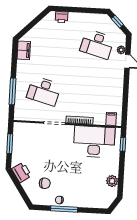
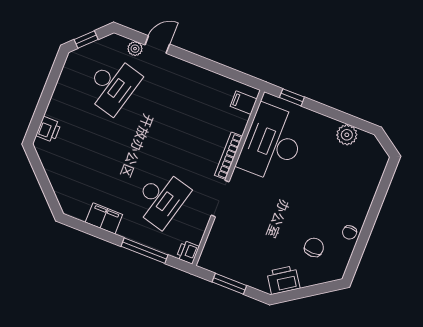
filing cabinet: (24, 50) -> (104, 218), moved
printer: (20, 115) -> (188, 252), added
window: (64, 209) -> (367, 229), removed

